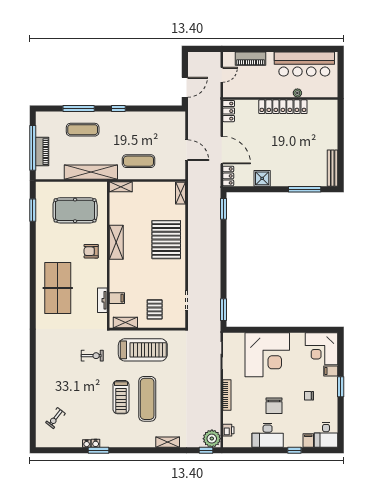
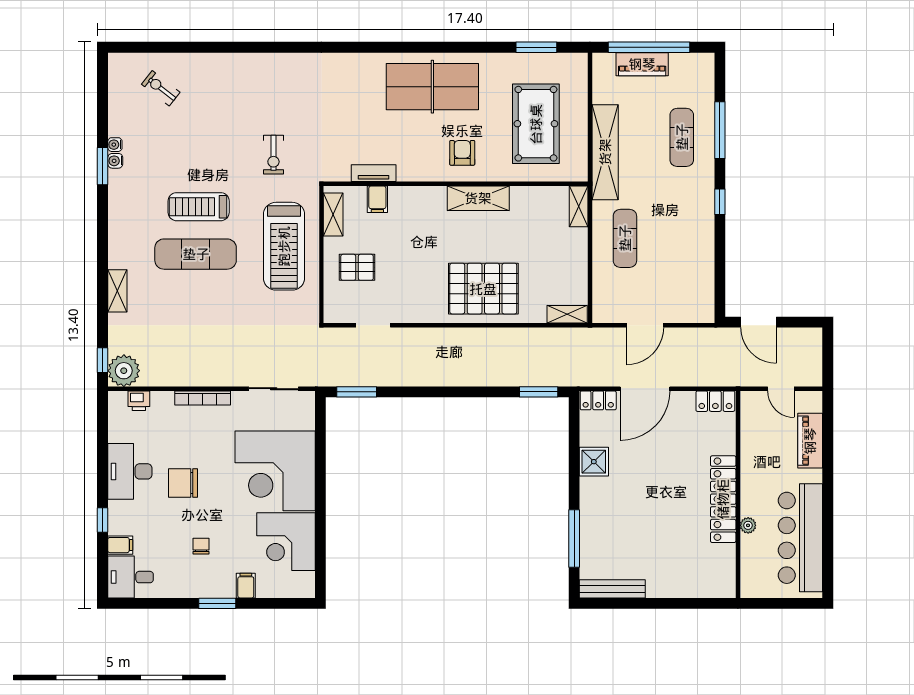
table tennis table: (58, 288) -> (432, 87), moved
corner desk: (322, 349) -> (286, 542), moved, turned -90

